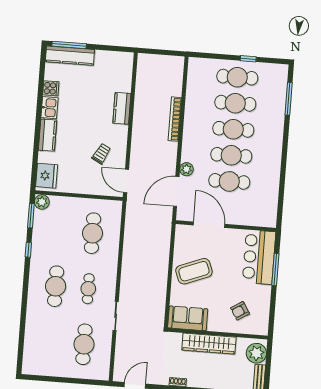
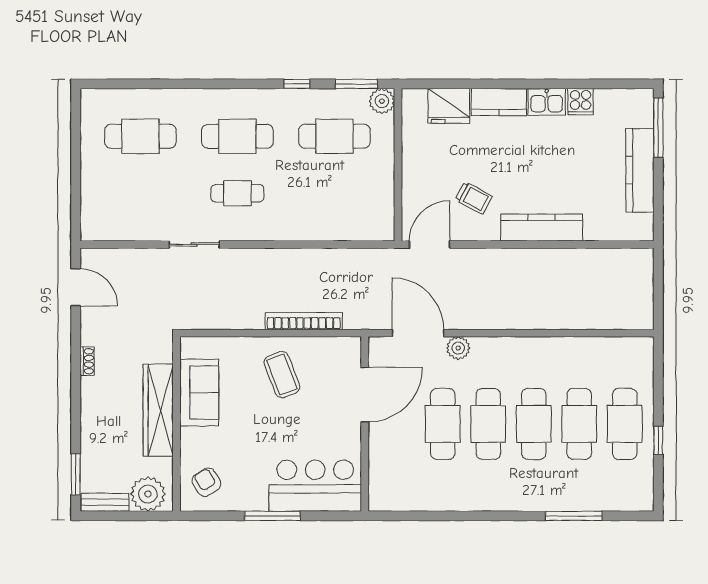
kitchen counter: (70, 56) -> (640, 170), moved
window: (289, 99) -> (574, 516), moved
kitchen counter: (122, 108) -> (542, 228), width x1.50
bookcase: (175, 119) -> (304, 321), moved
fridge: (47, 176) -> (449, 106), moved
cafe table: (93, 233) -> (334, 136), moved
window: (275, 270) -> (272, 516), moved
coffee table: (194, 271) -> (282, 375), width x0.73, depth x0.76
armchair: (240, 311) -> (206, 482), moved
sofa: (188, 318) -> (199, 392), moved
cafe table: (84, 344) -> (140, 136), moved

